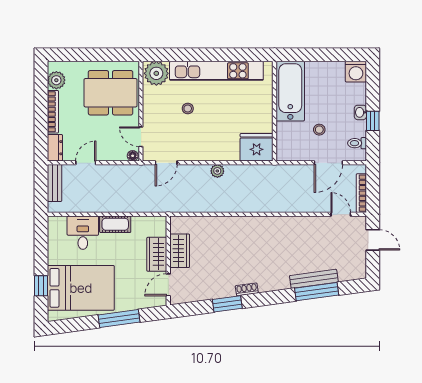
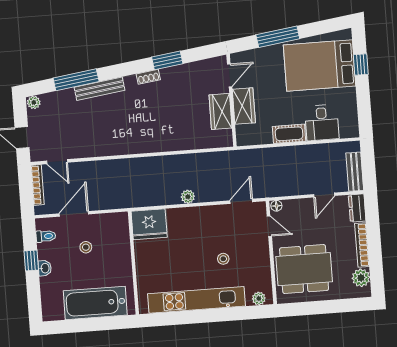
washing machine: (356, 72) -> (53, 310), removed
plant: (156, 73) -> (259, 298), width x0.53, depth x0.53
bathtub: (290, 91) -> (95, 303), moved, turned 90
plant: (359, 273) -> (34, 102), added
bench: (314, 279) -> (99, 89), moved

